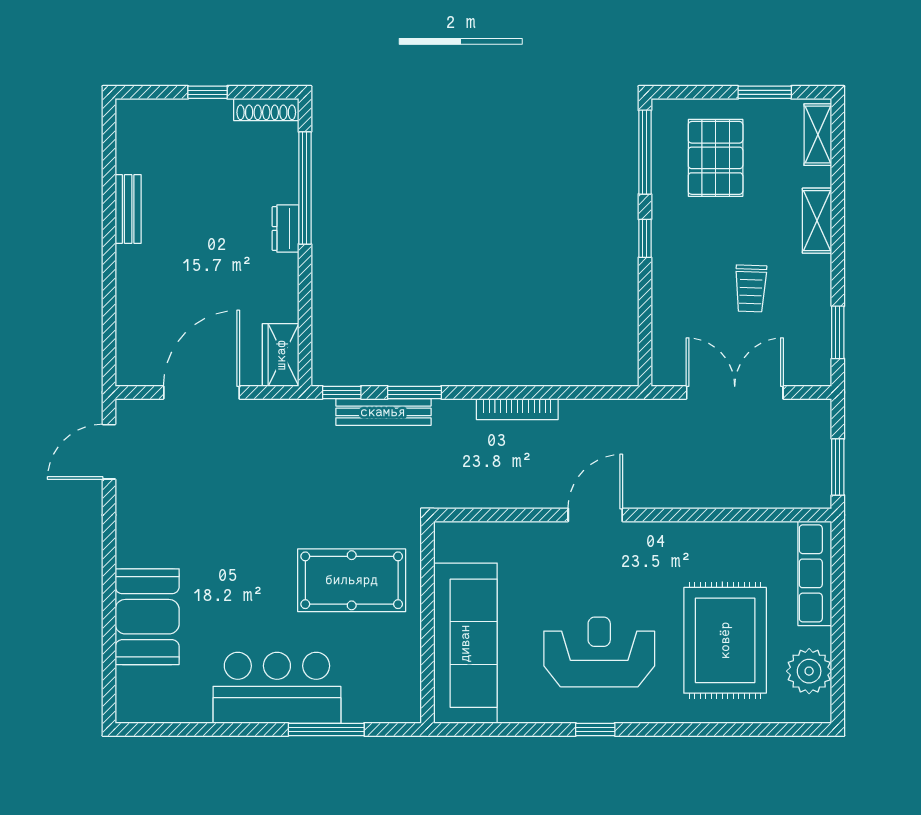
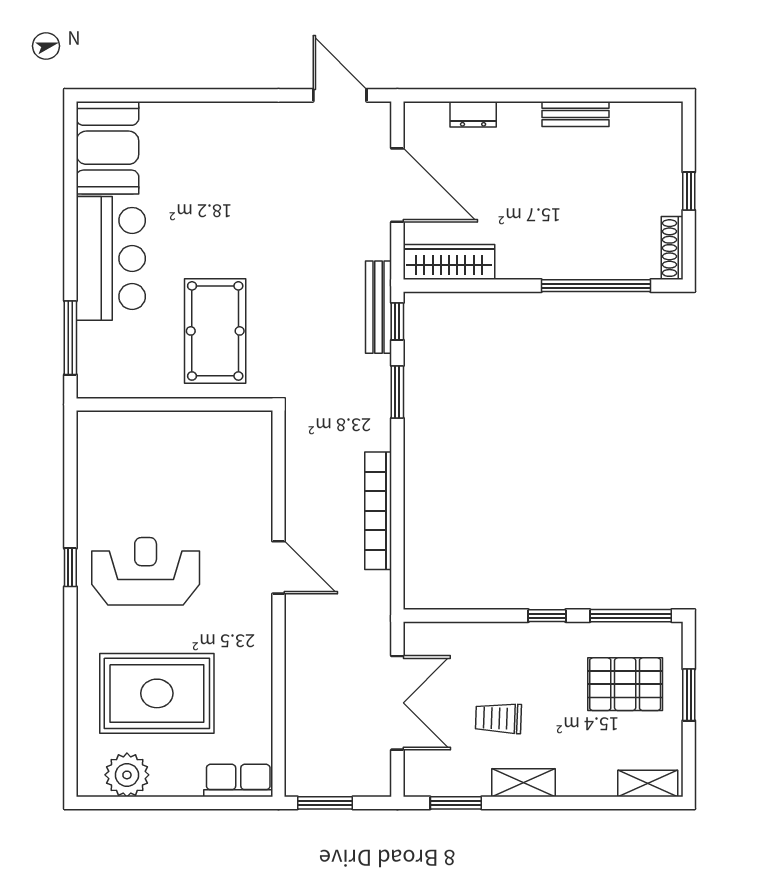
window: (765, 92) -> (689, 695), moved
shelving: (817, 221) -> (523, 783), moved
dresser: (285, 229) -> (473, 114), moved, turned 180
wardrobe: (281, 355) -> (449, 262), width x1.50
bookcase: (517, 409) -> (378, 511), width x1.48, depth x1.31
bench: (383, 412) -> (379, 307), moved
row of seats: (815, 573) -> (238, 781), width x0.68
booth: (147, 617) -> (107, 148), moved, turned 90
sofa: (465, 643) -> (154, 441), removed
reception desk: (599, 652) -> (146, 571), turned -90
window: (326, 729) -> (70, 338), moved

